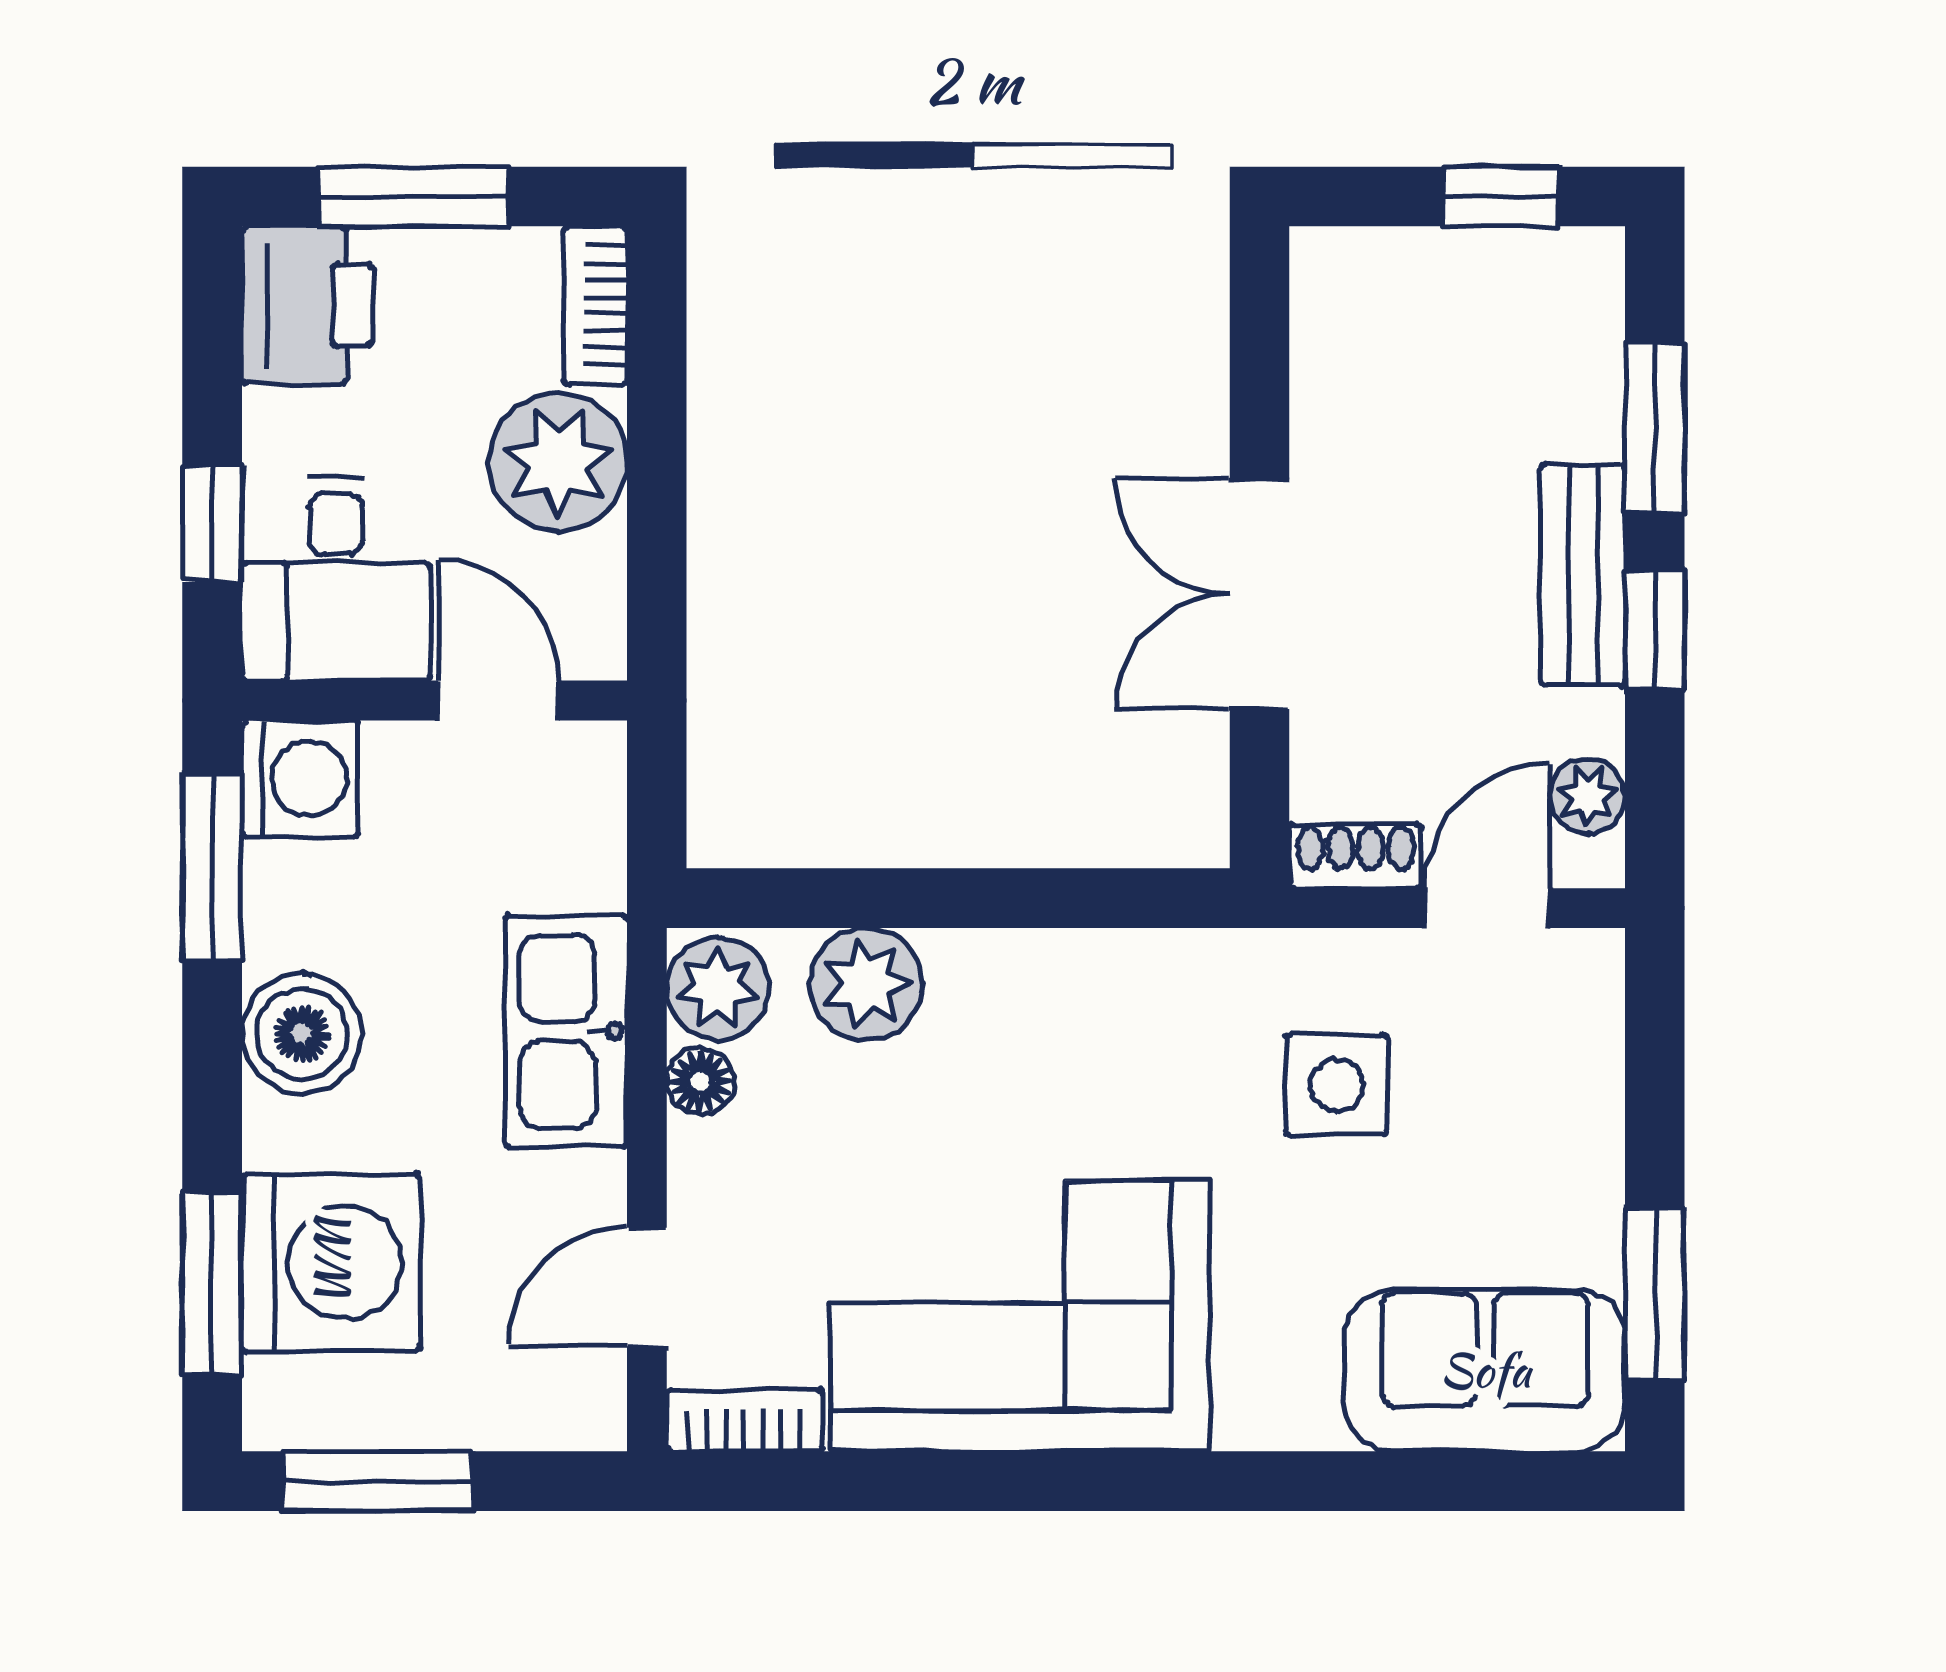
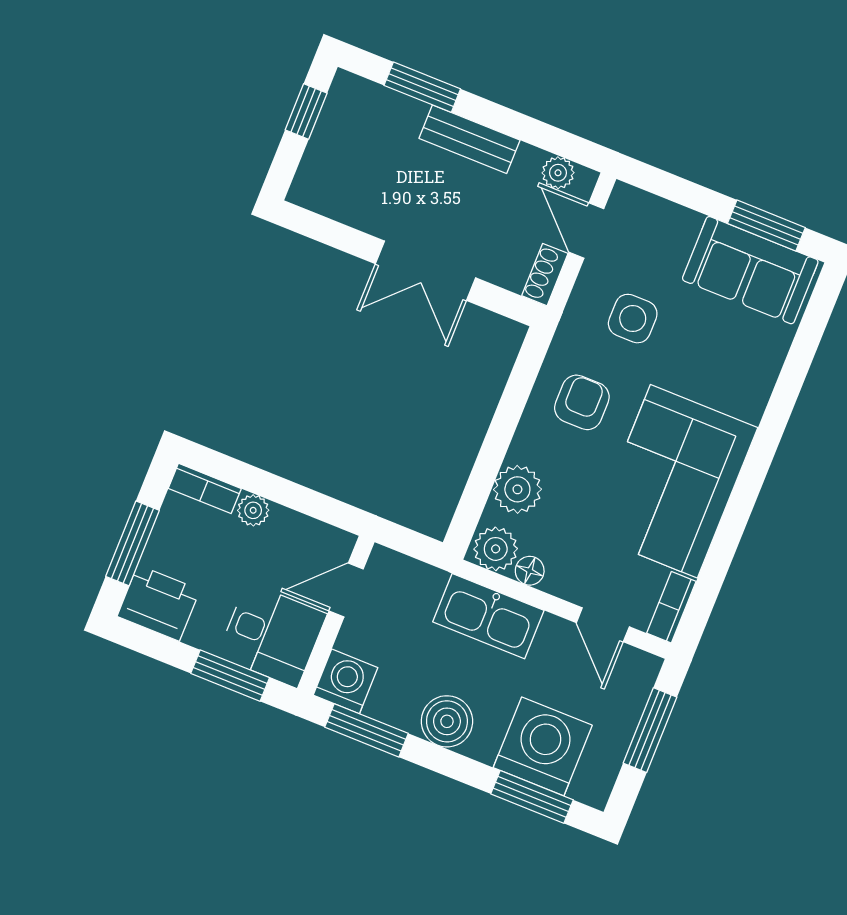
plant: (558, 462) -> (253, 510), width x0.53, depth x0.53
window: (212, 524) -> (230, 676), width x1.50
window: (1655, 630) -> (503, 120), removed
armchair: (1111, 1048) -> (582, 402), added
sofa: (1485, 1370) -> (750, 270), moved, turned -90
window: (377, 1481) -> (650, 730), moved

